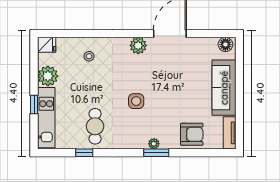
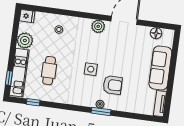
floor lamp: (225, 44) -> (156, 33), moved
window: (34, 104) -> (9, 78), moved
cafe table: (95, 126) -> (49, 71), moved
armchair: (192, 134) -> (113, 85), moved
window: (84, 153) -> (33, 102), moved

